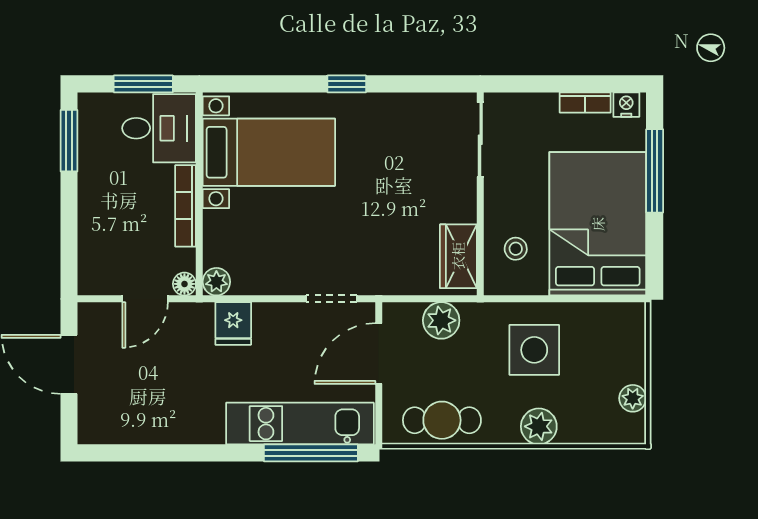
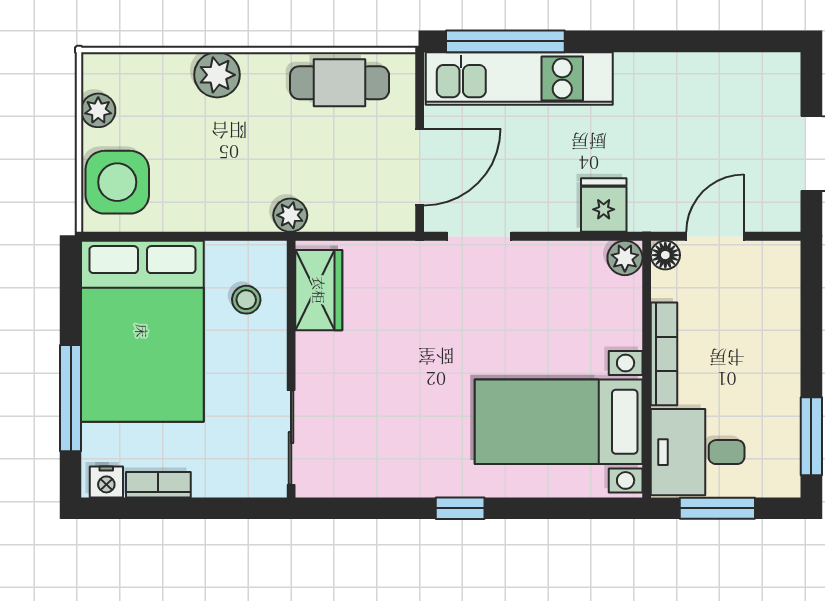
plant: (441, 320) -> (290, 215), moved, width x0.73, depth x0.73
side table: (534, 350) -> (117, 182), moved

